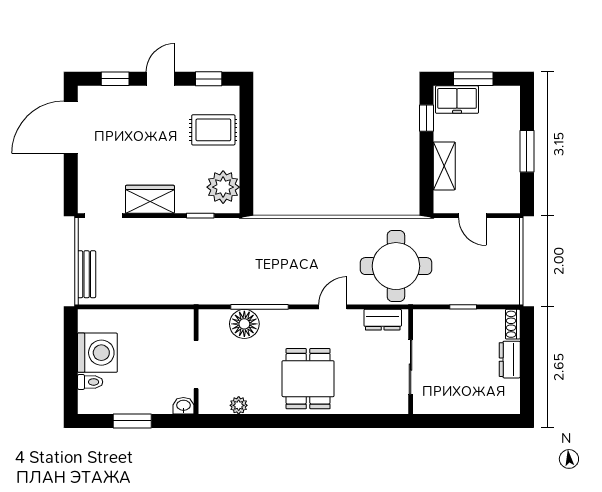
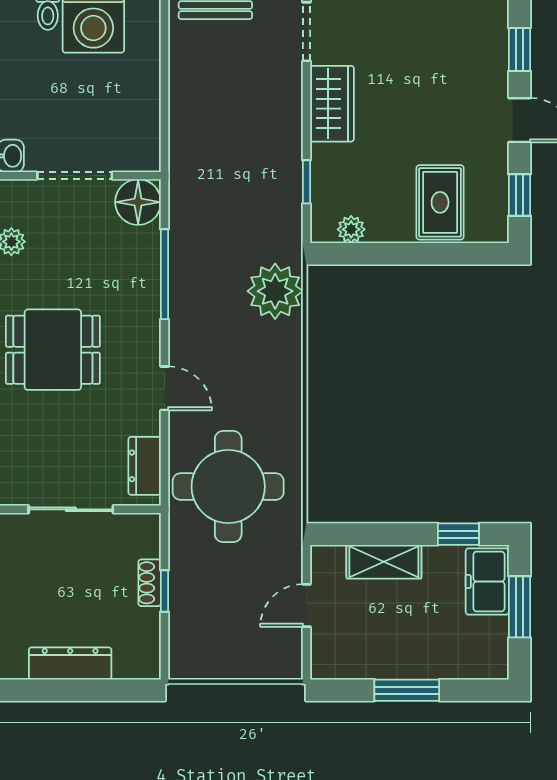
plant: (223, 187) -> (351, 229), width x0.53, depth x0.53
plant: (270, 236) -> (275, 291), added
floor lamp: (244, 324) -> (138, 202), moved
shoe rack: (513, 324) -> (150, 583), moved, turned -90
dresser: (510, 360) -> (70, 663), width x1.44

